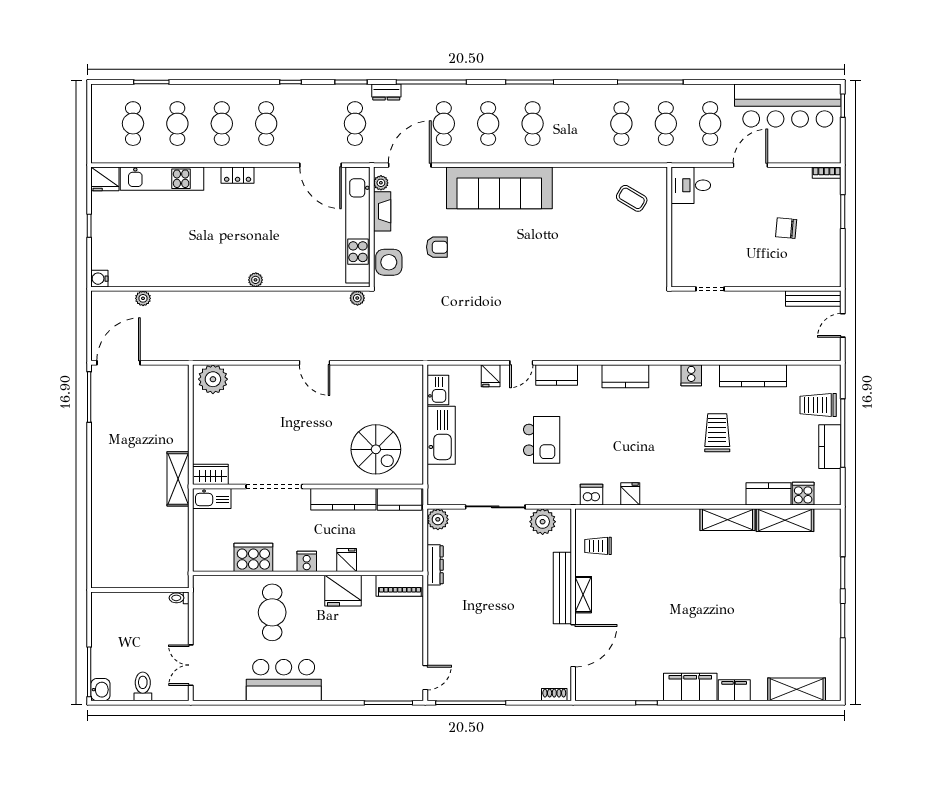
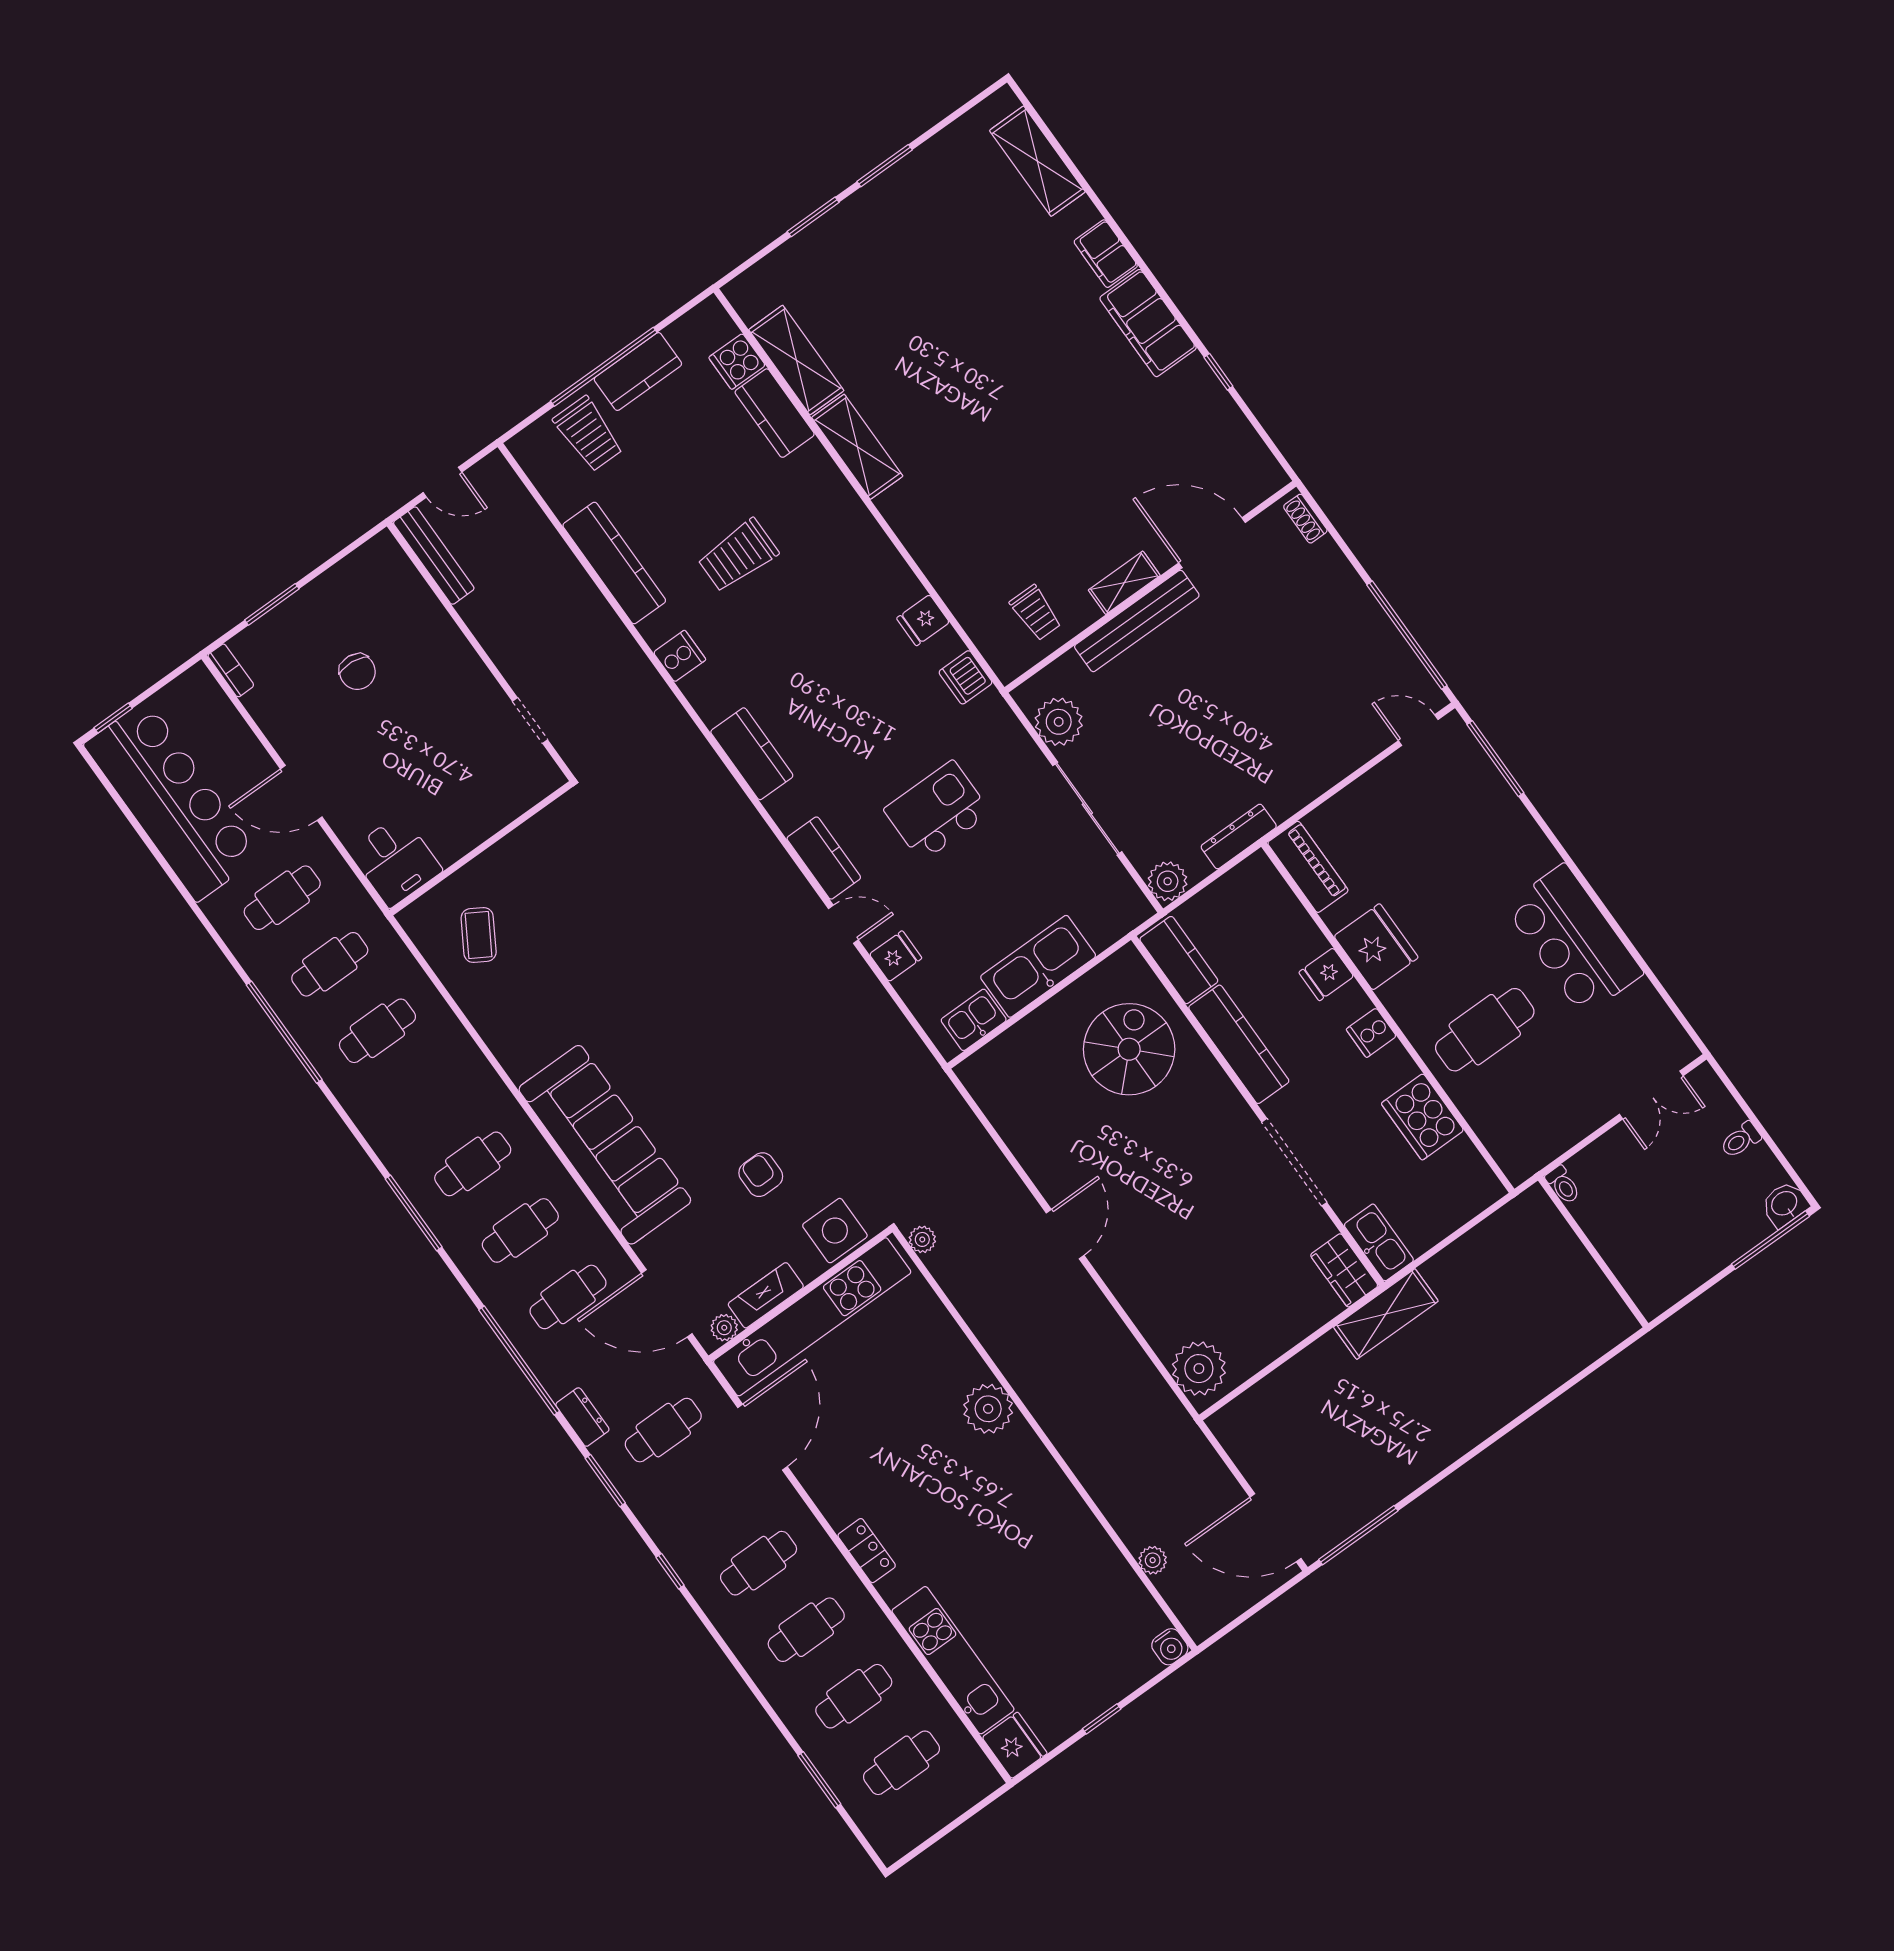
plant: (256, 280) -> (988, 1409), width x1.88, depth x1.88
toilet: (143, 686) -> (1741, 1140), width x0.73, depth x0.72

